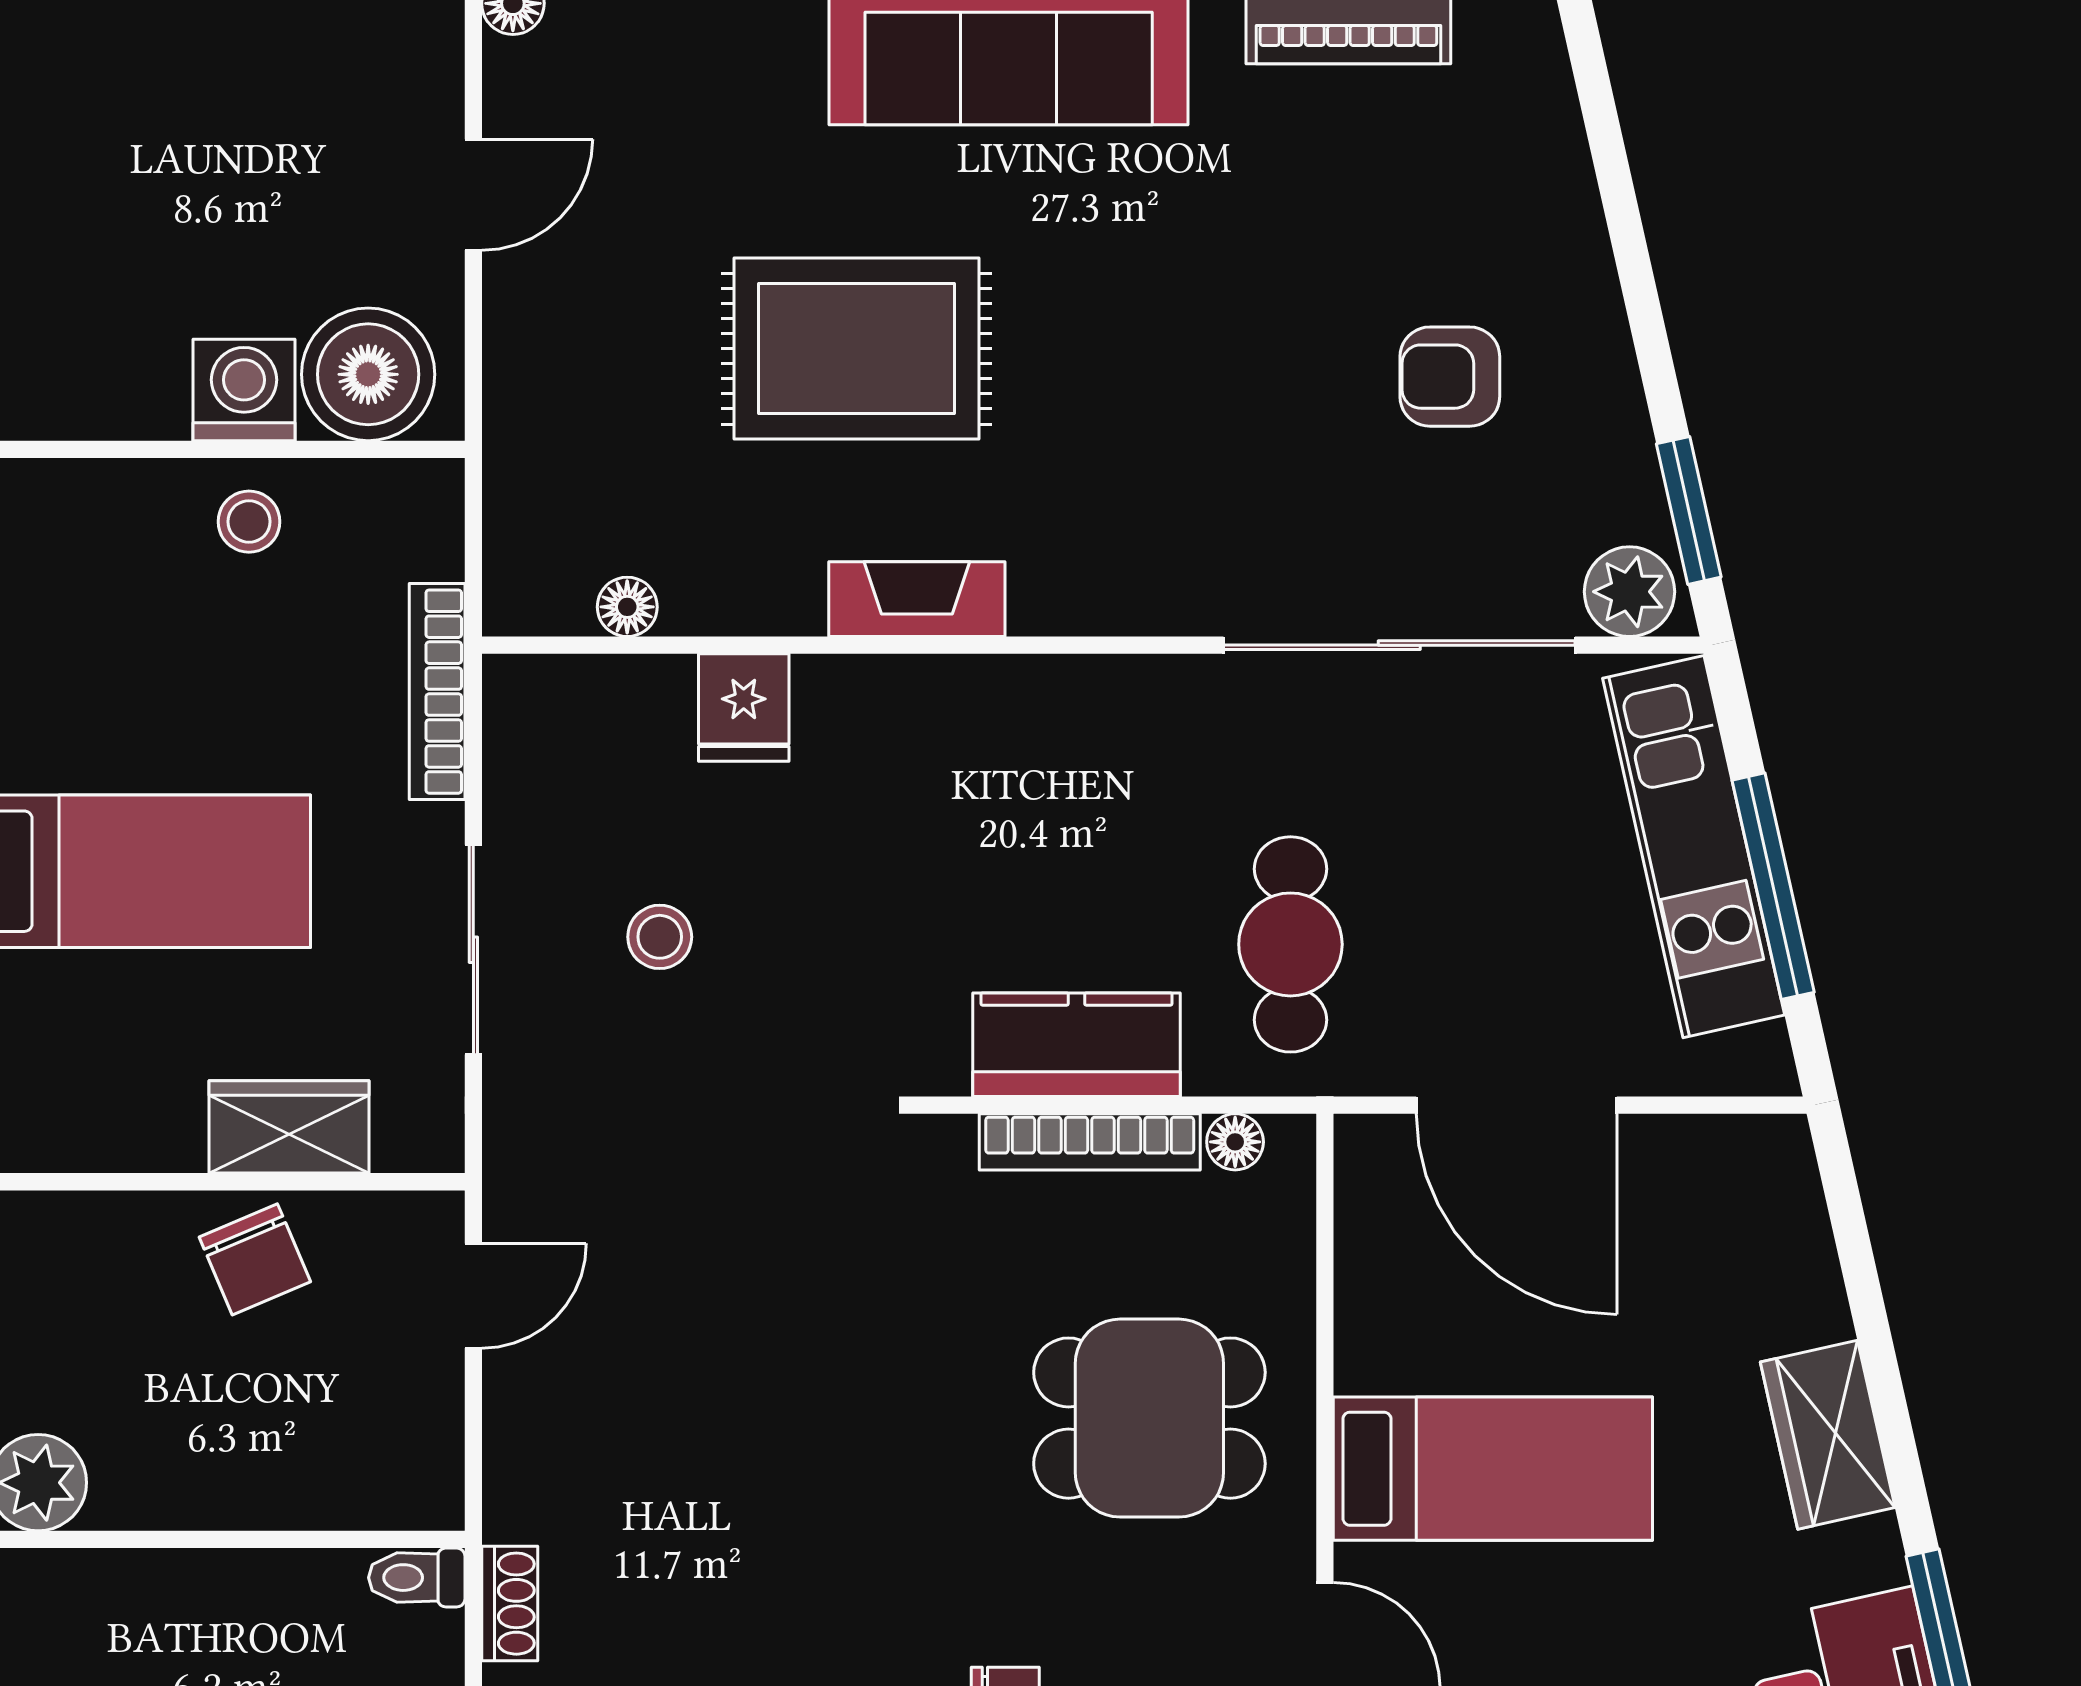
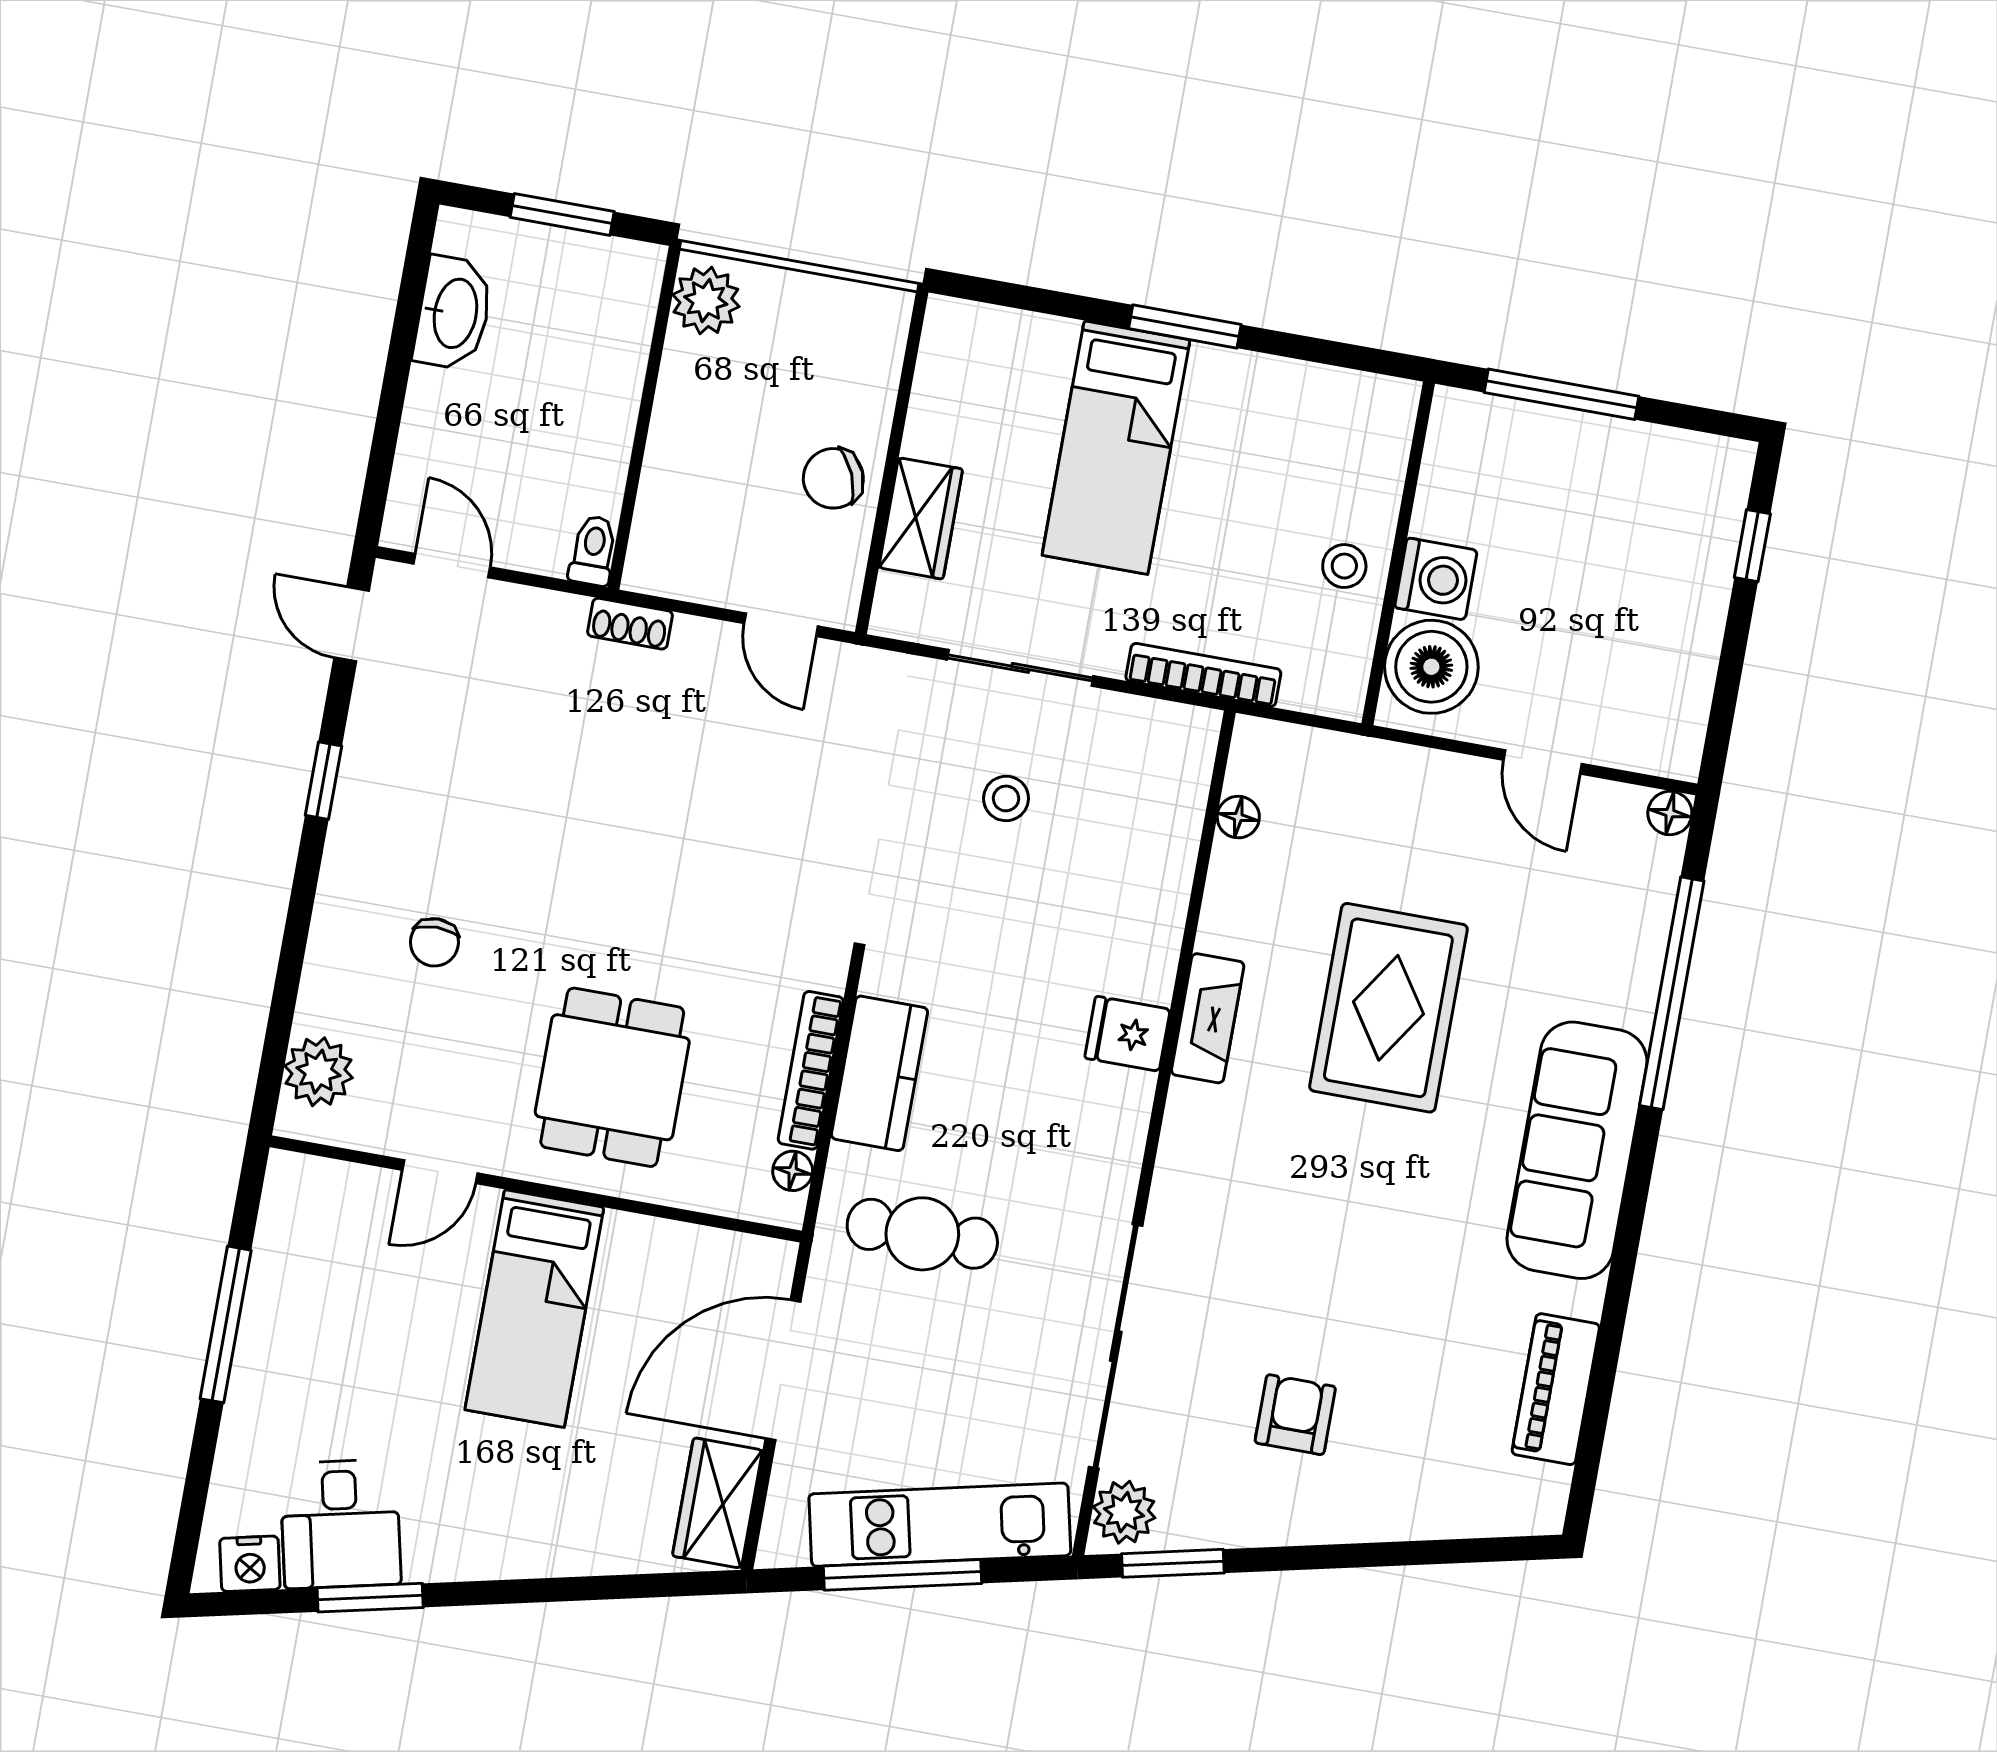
fridge: (744, 708) -> (1127, 1034), moved
wardrobe: (1828, 1435) -> (717, 1503), moved, turned -77
shoe rack: (510, 1604) -> (630, 624), moved

